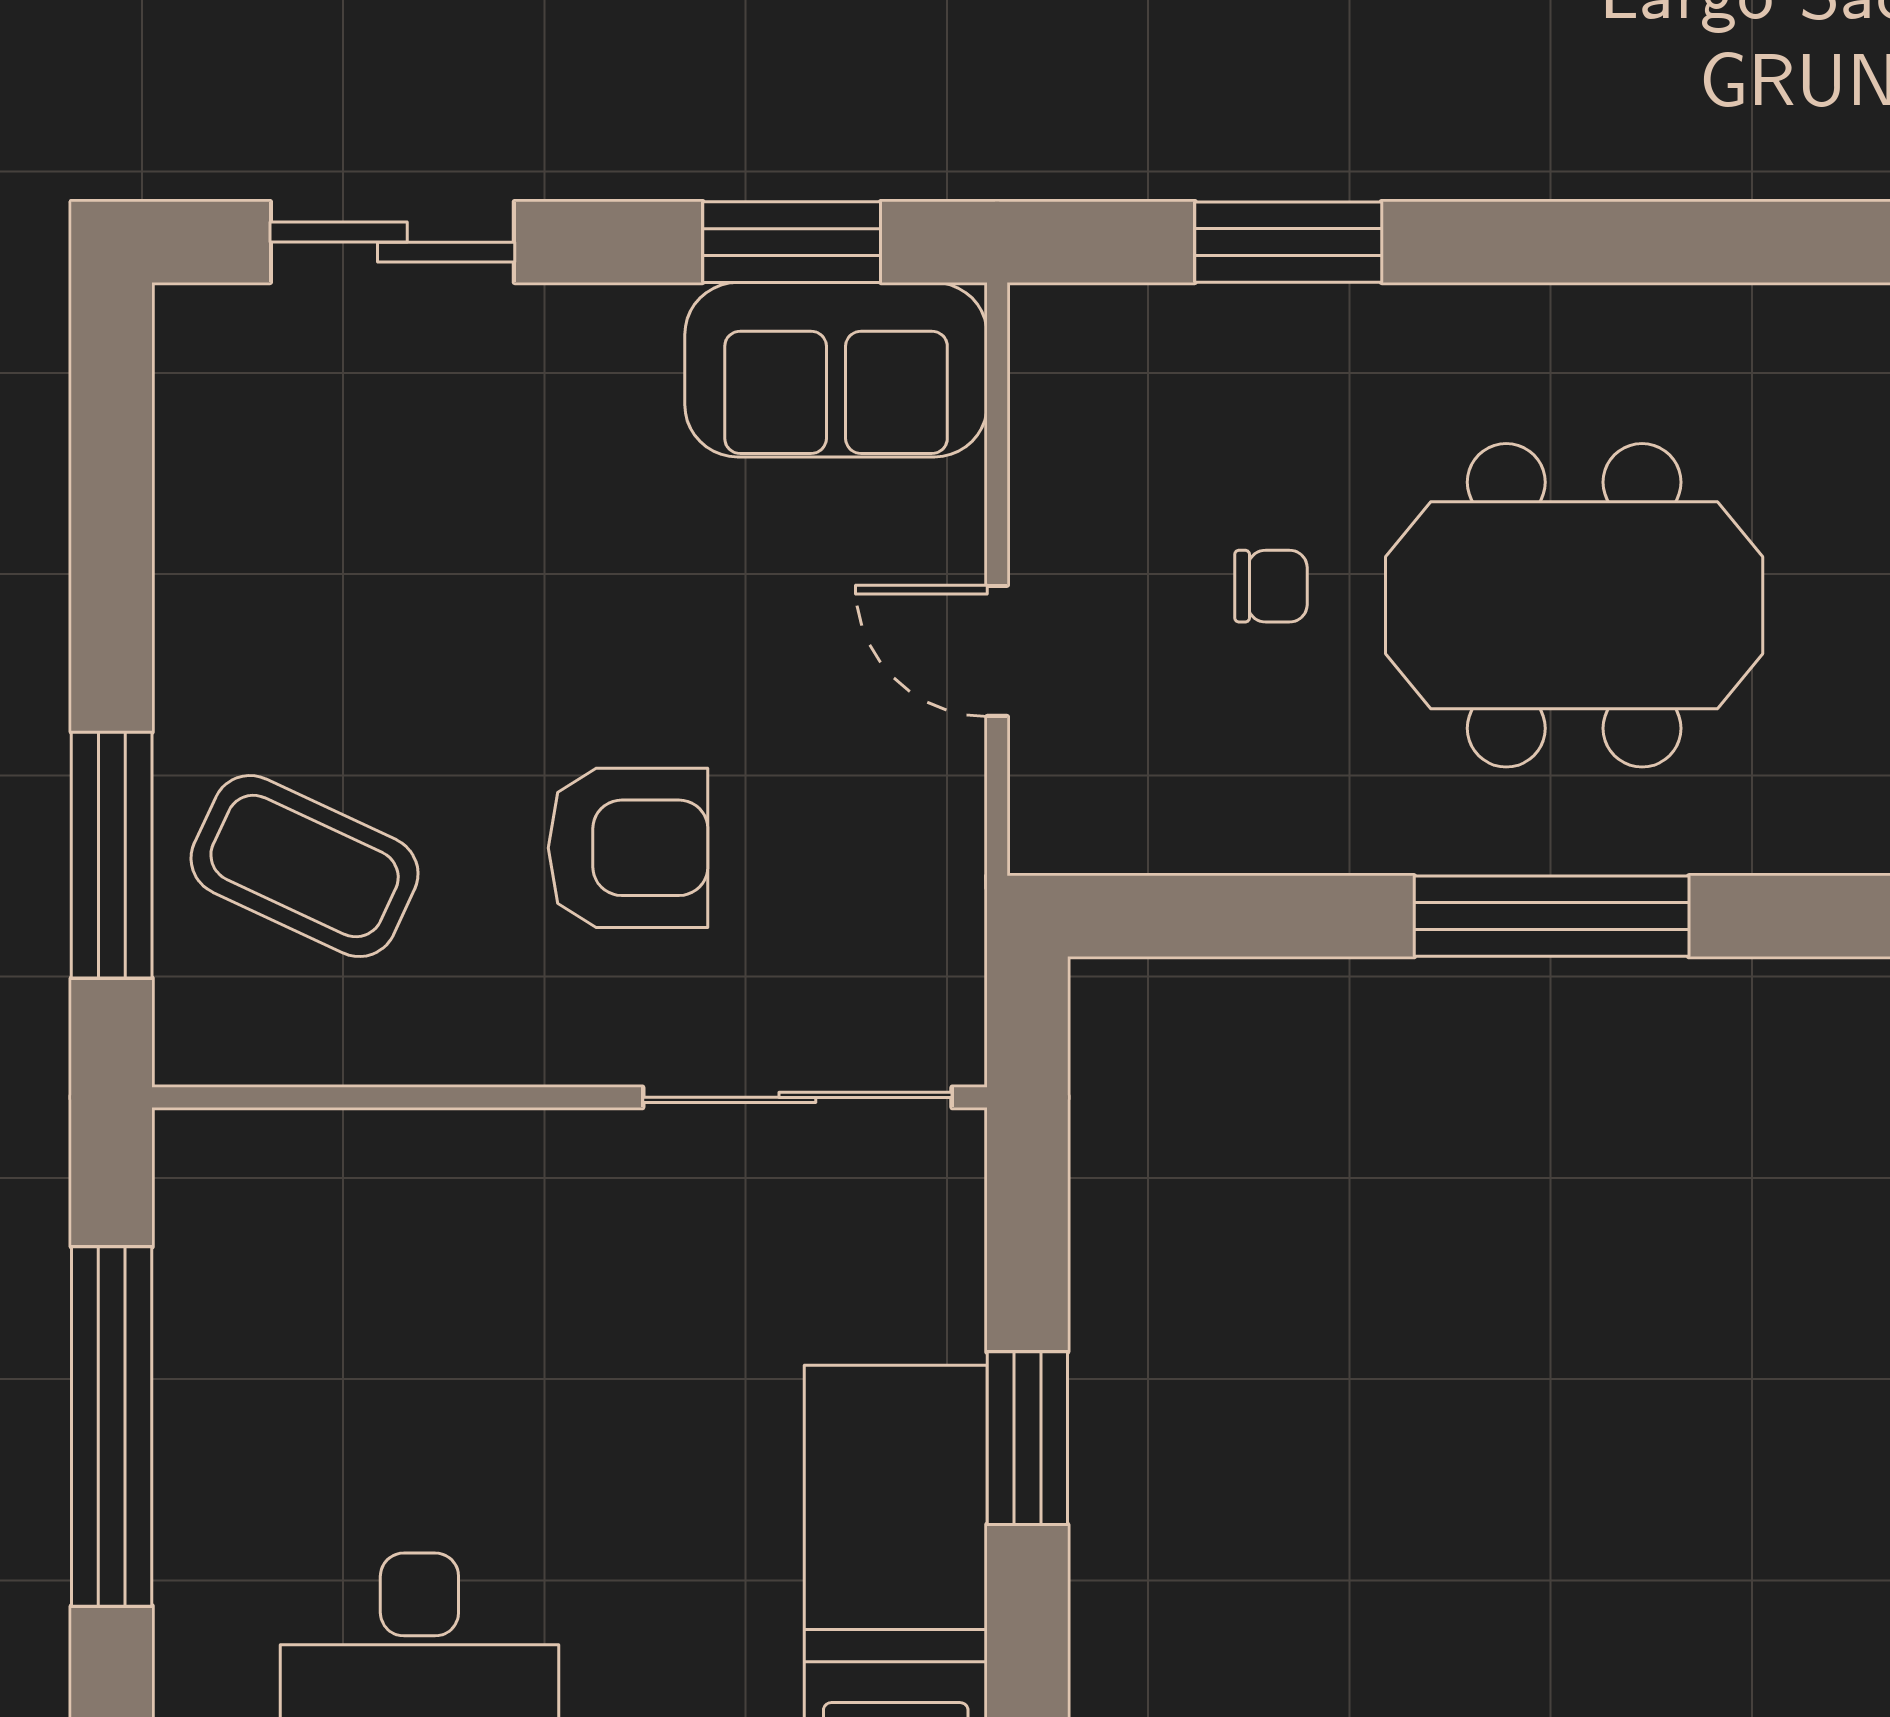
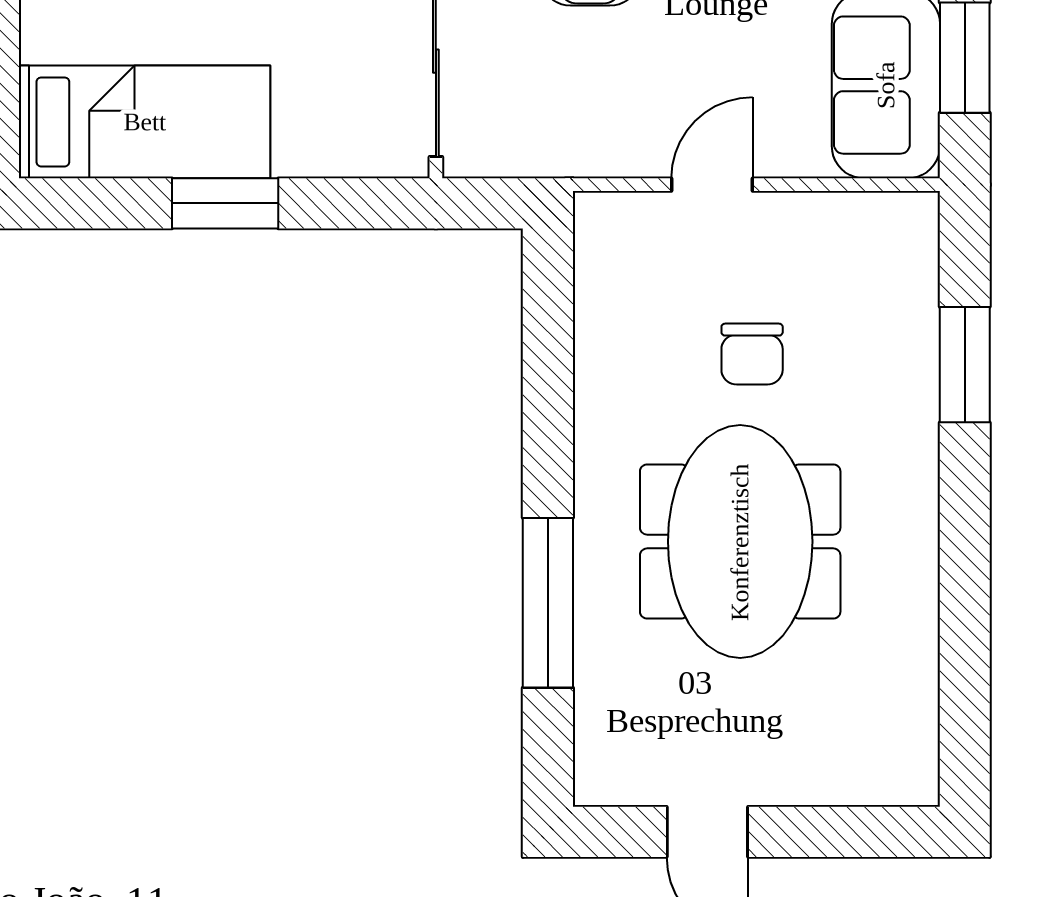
chair: (1271, 586) -> (752, 354), width x1.37, depth x1.37
window: (1552, 916) -> (548, 603), moved

